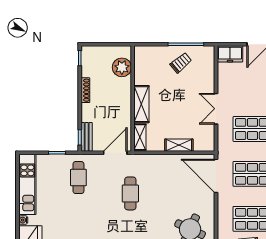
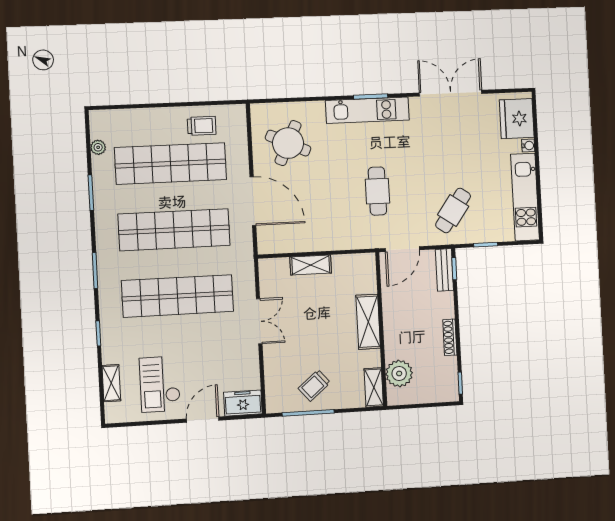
shelving: (140, 137) -> (374, 387), moved
door: (216, 176) -> (253, 201), moved
cafe table: (78, 178) -> (453, 210), turned 35

